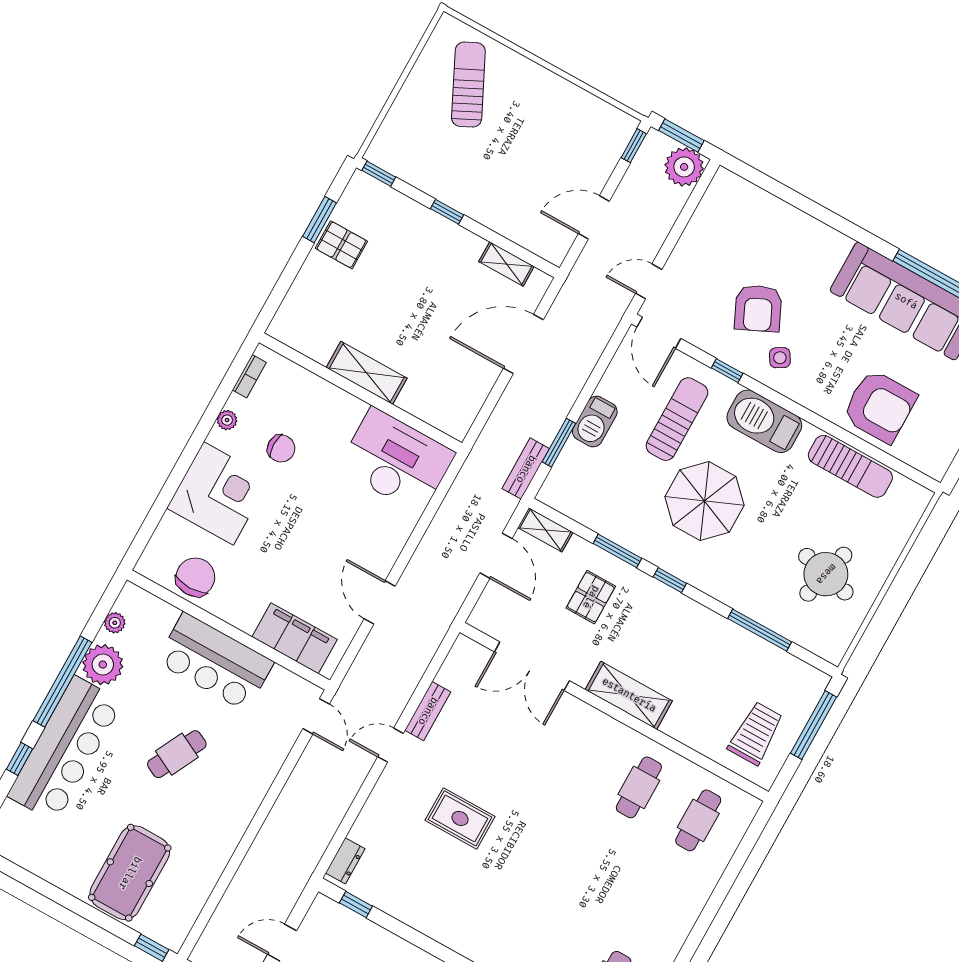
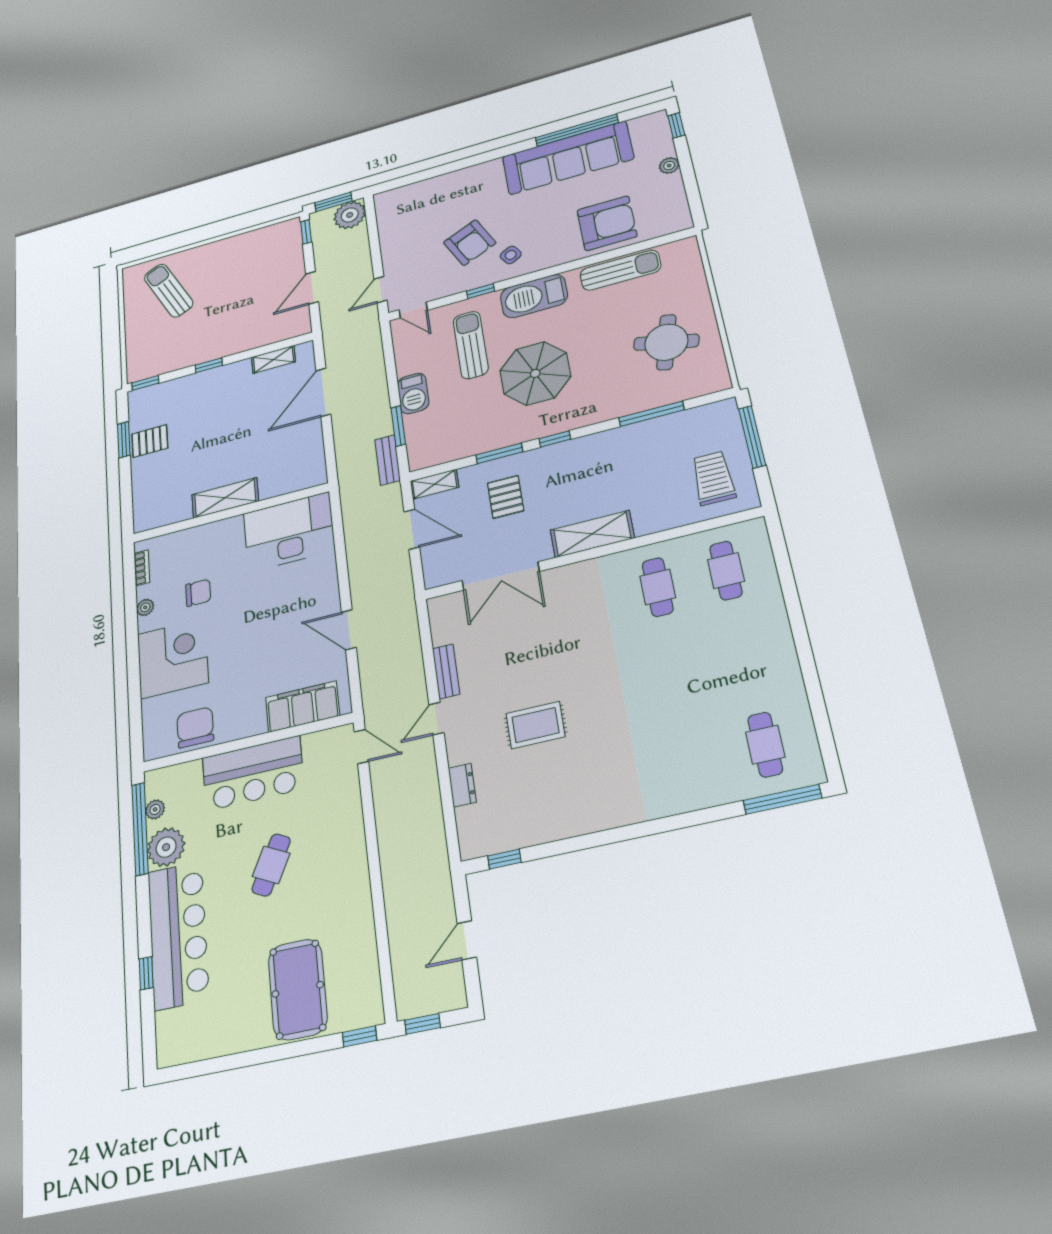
door: (659, 333) -> (413, 310), width x0.73
window: (63, 681) -> (140, 829), moved
dresser: (345, 861) -> (462, 785), moved

